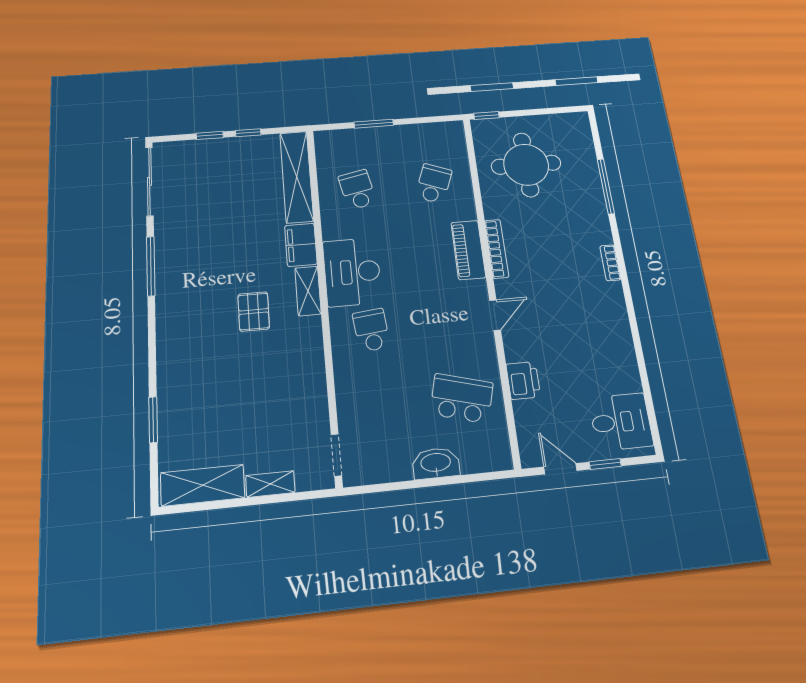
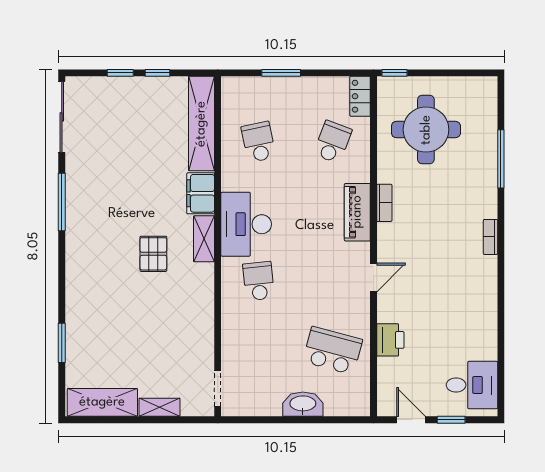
locker: (456, 139) -> (360, 96), added
bookcase: (497, 249) -> (384, 203), width x0.64

